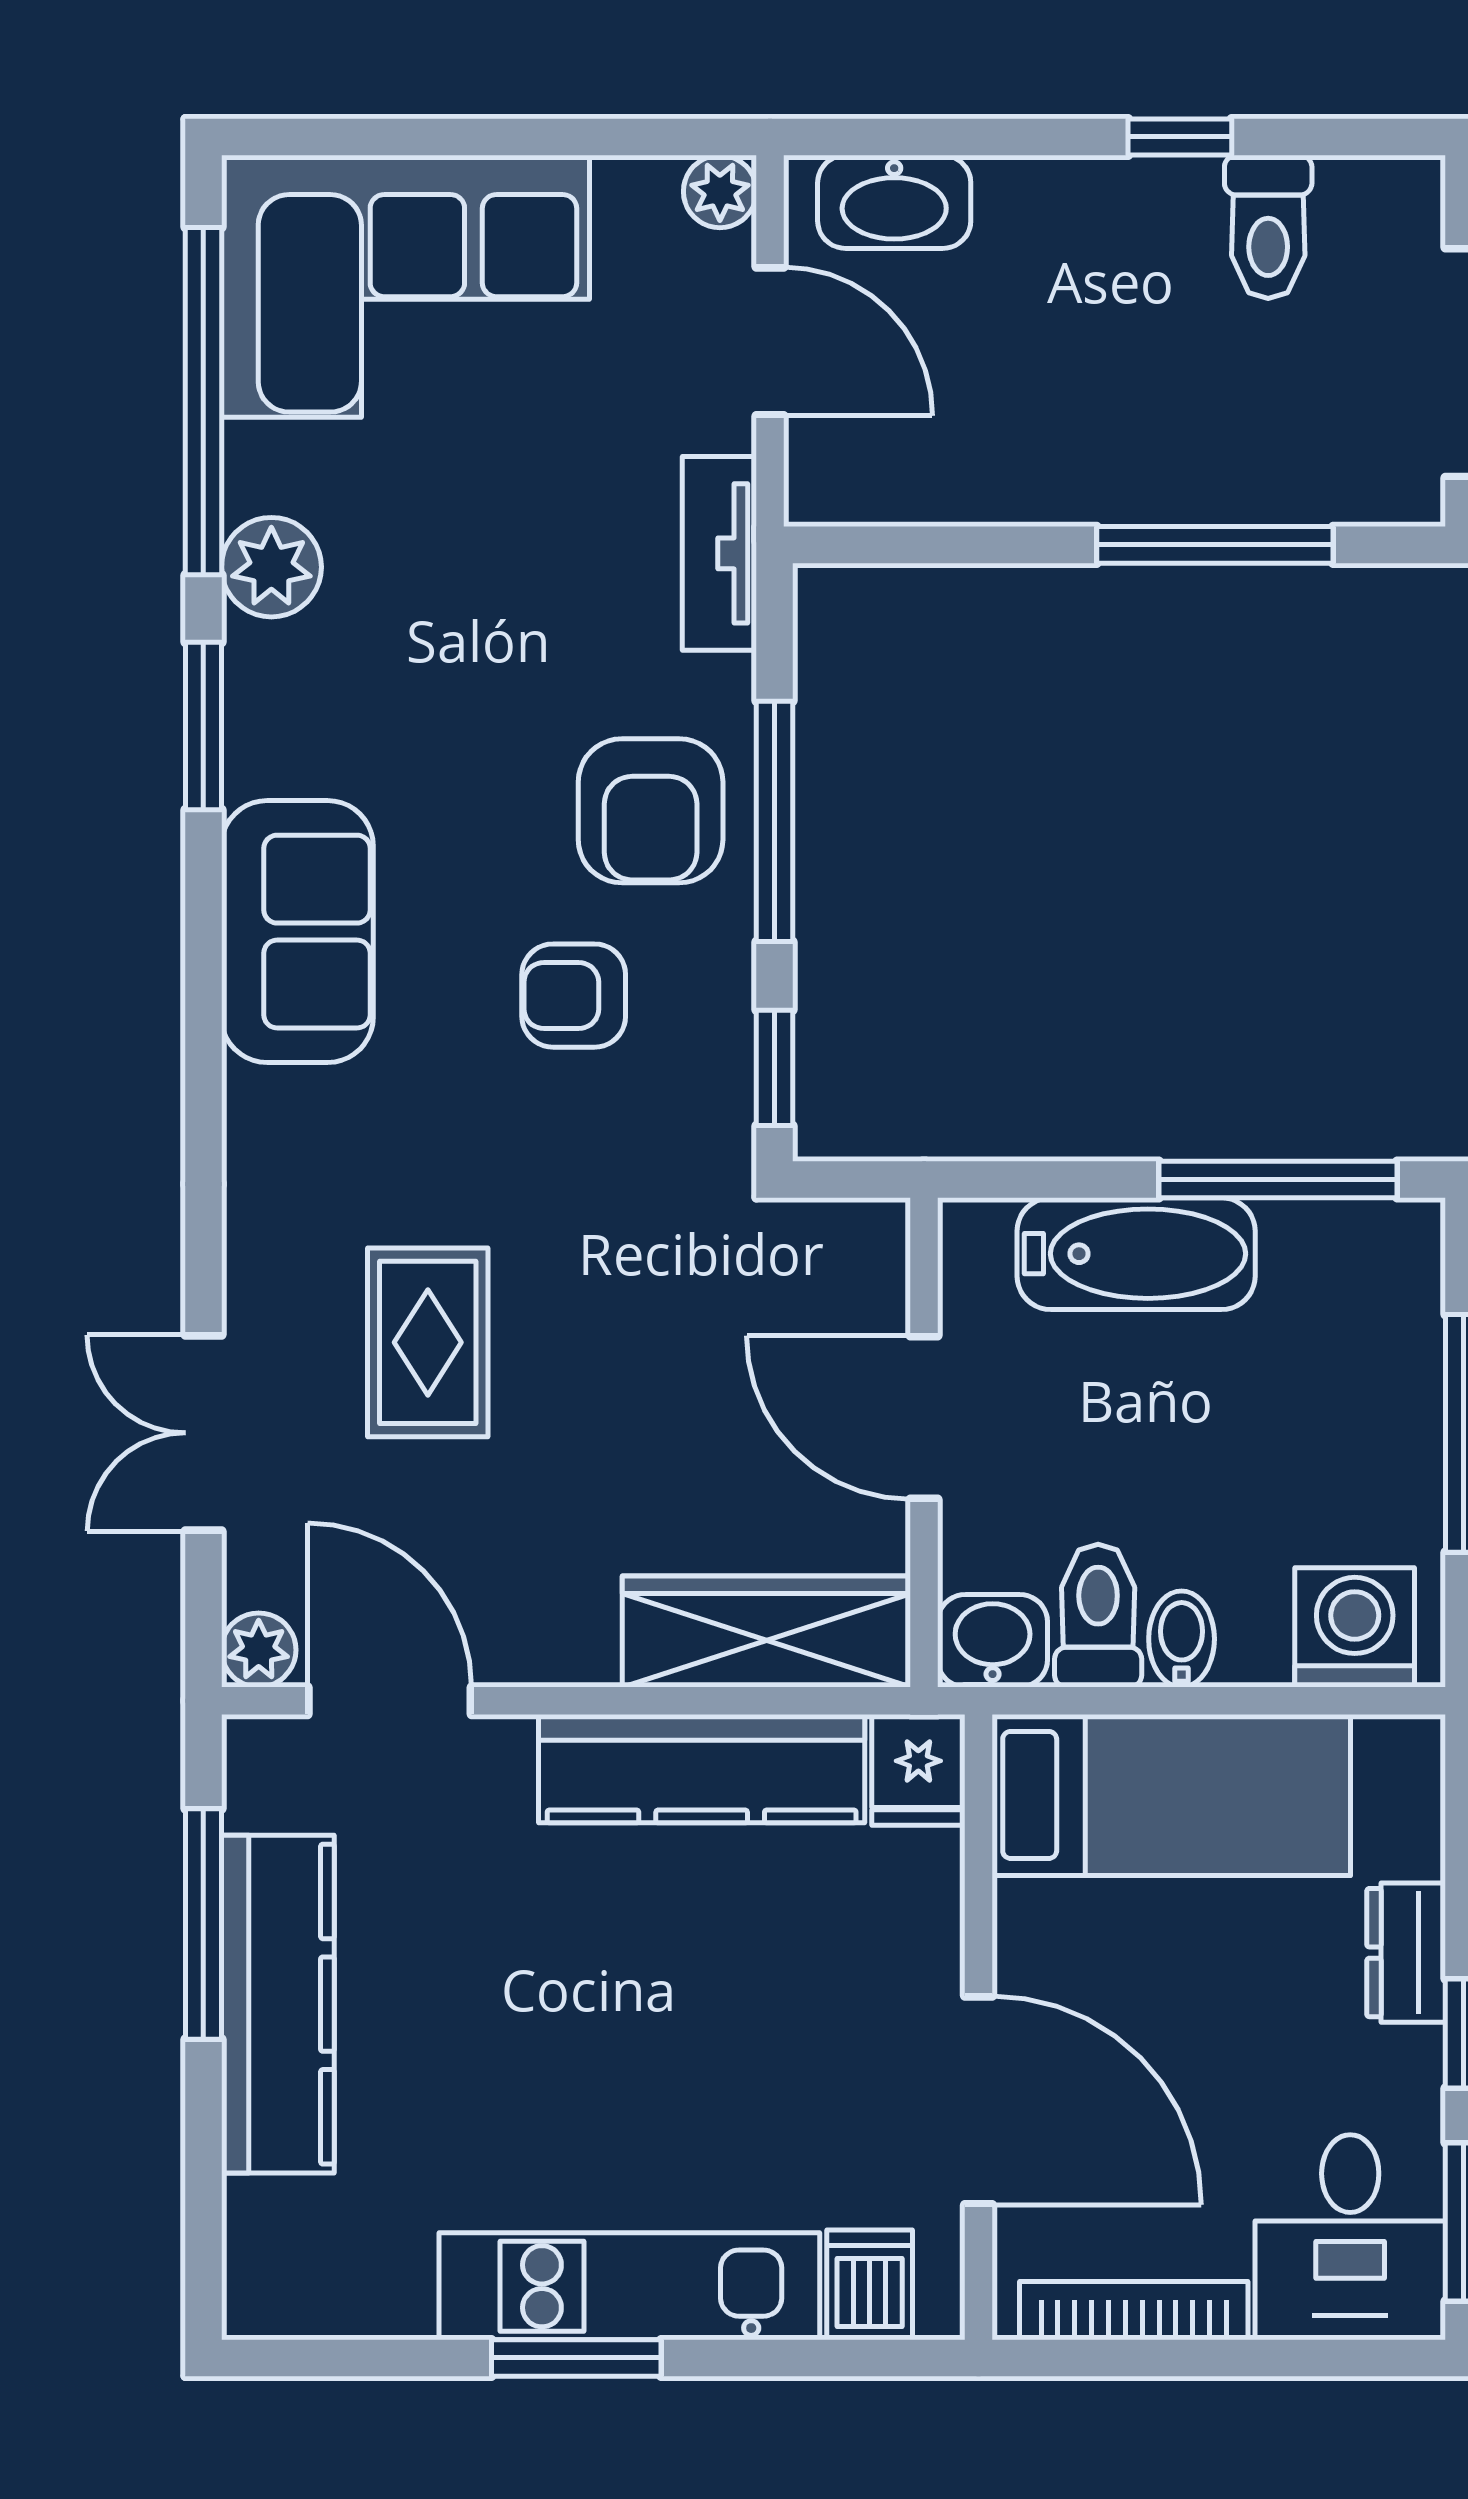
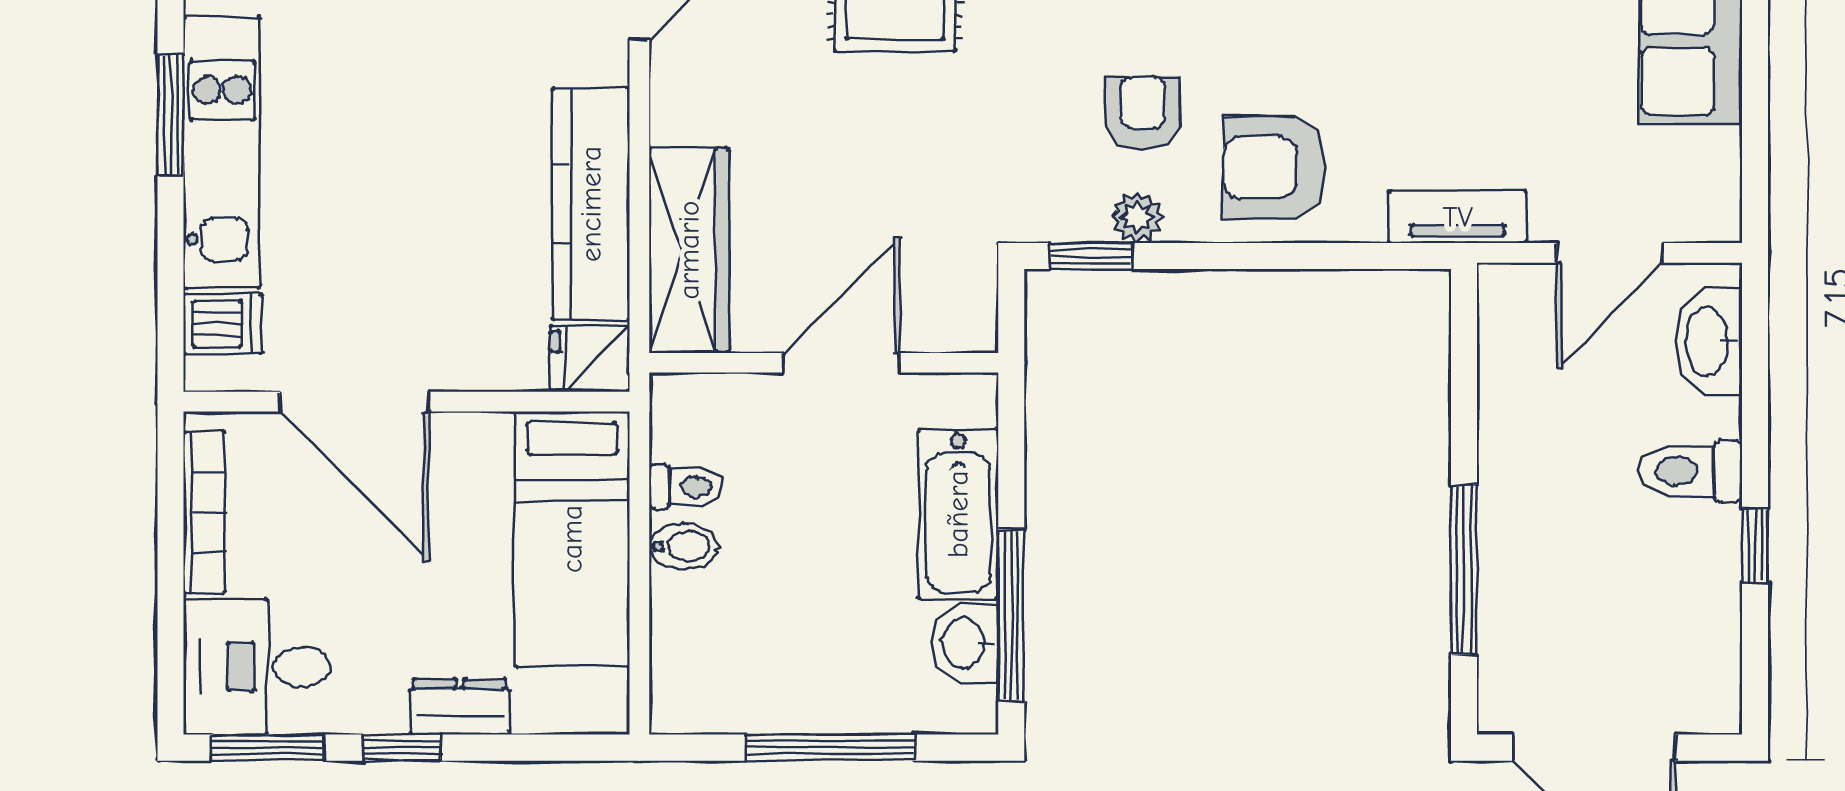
plant: (720, 191) -> (1137, 217), moved
toilet: (1268, 227) -> (1691, 471), moved
window: (775, 821) -> (1267, 256), removed
toilet: (1098, 1616) -> (686, 487), width x0.73, depth x0.72
washing machine: (1355, 1627) -> (692, 670), removed
washbasin: (993, 1641) -> (965, 643), moved, turned 180
door: (978, 2100) -> (354, 402), hinge flipped

